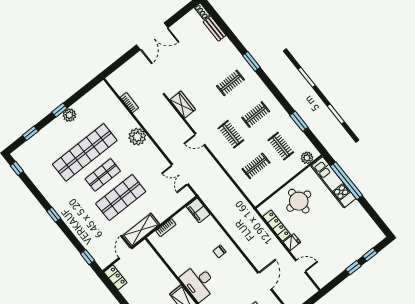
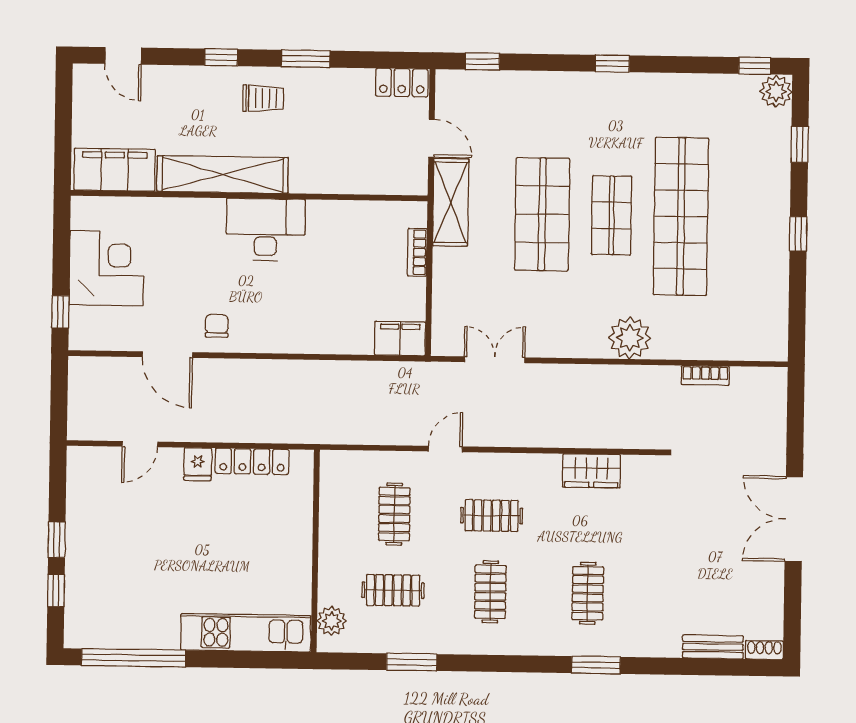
wardrobe: (183, 105) -> (591, 471), moved
plant: (69, 115) -> (776, 91), moved
door: (200, 139) -> (445, 449), moved
window: (346, 181) -> (134, 658), moved
round table: (299, 201) -> (264, 540), removed
chair: (219, 252) -> (217, 326), moved

